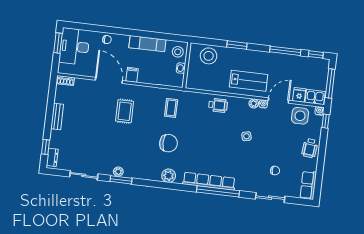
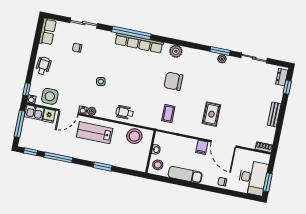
stool: (209, 56) -> (134, 136), moved

